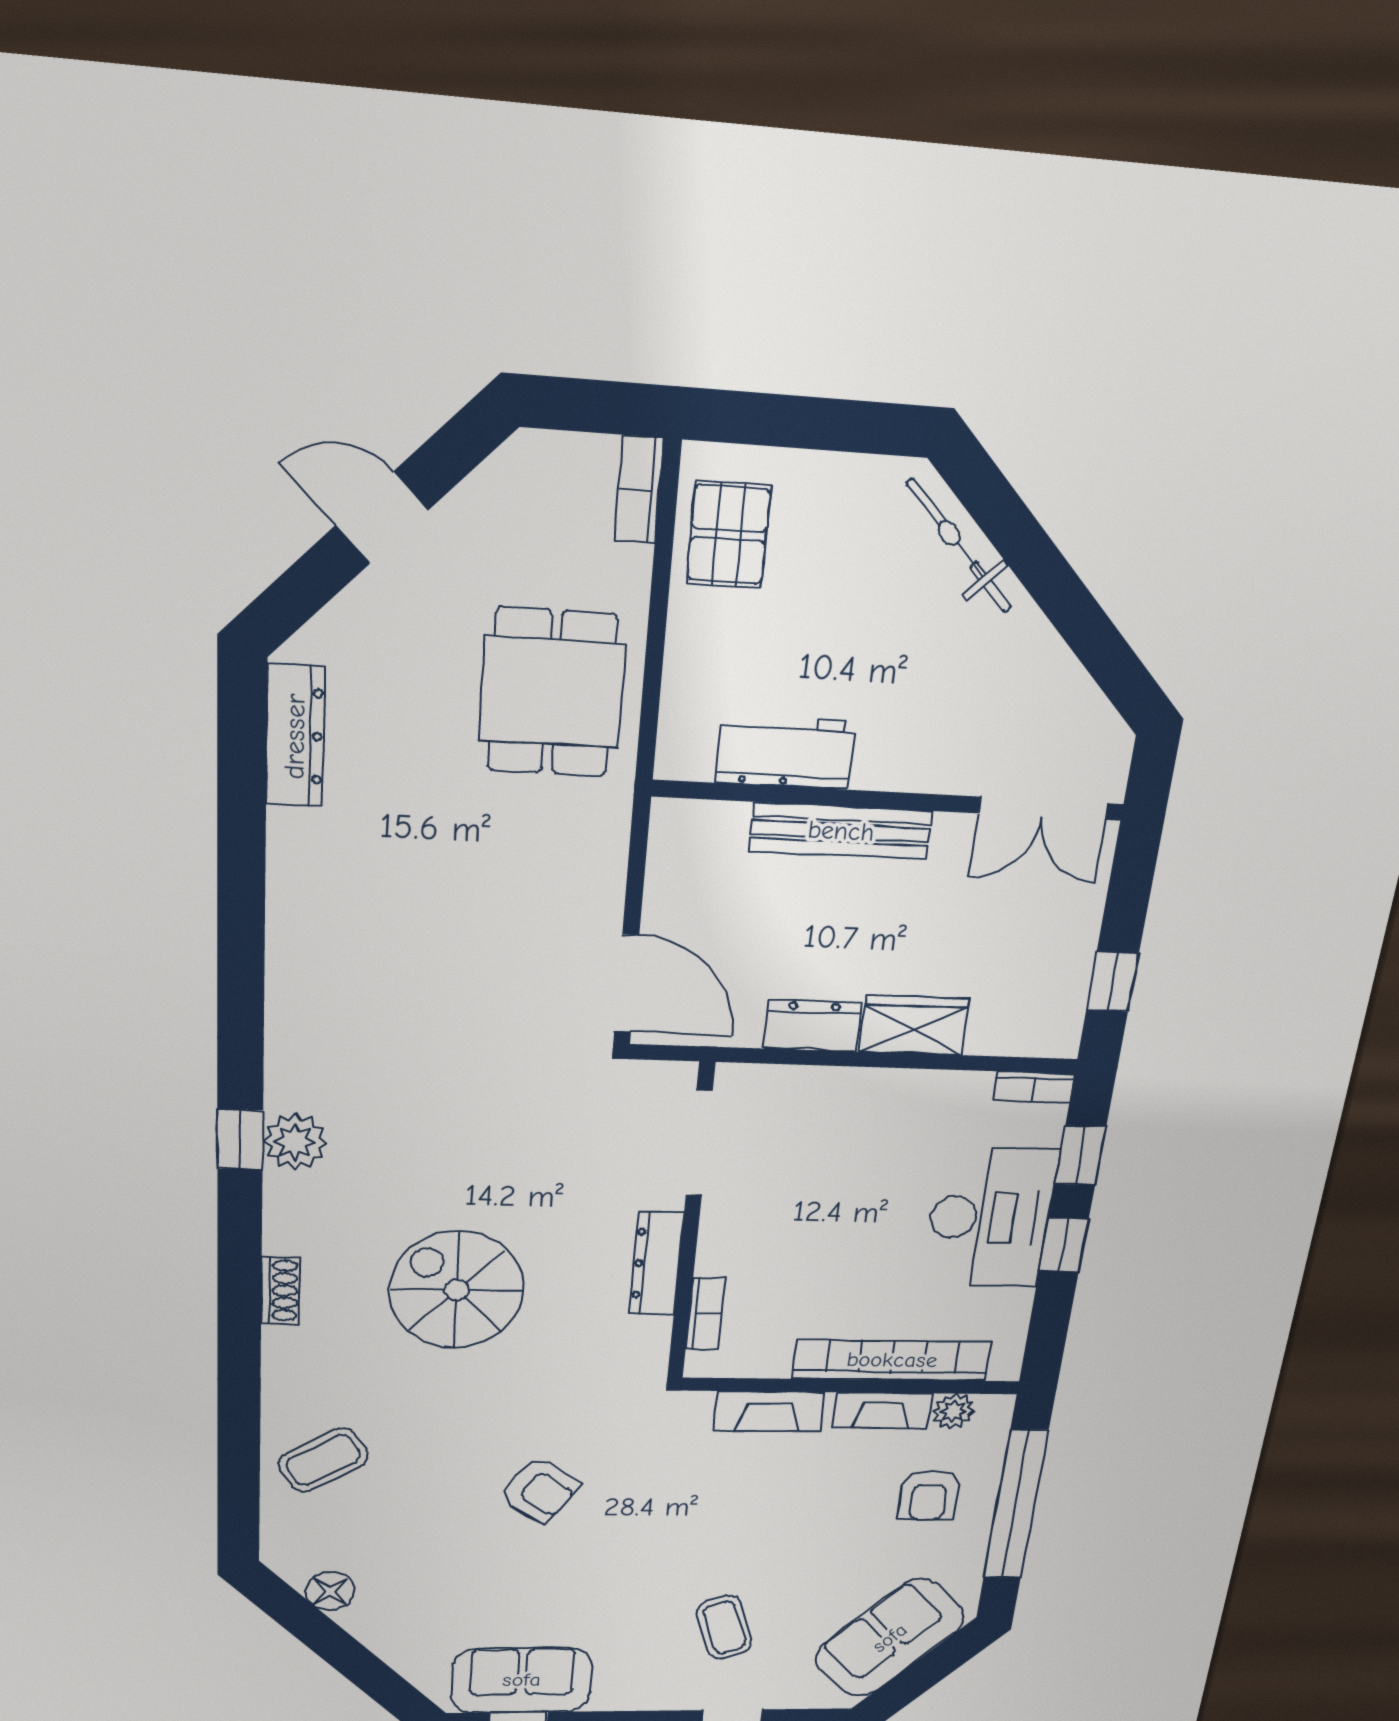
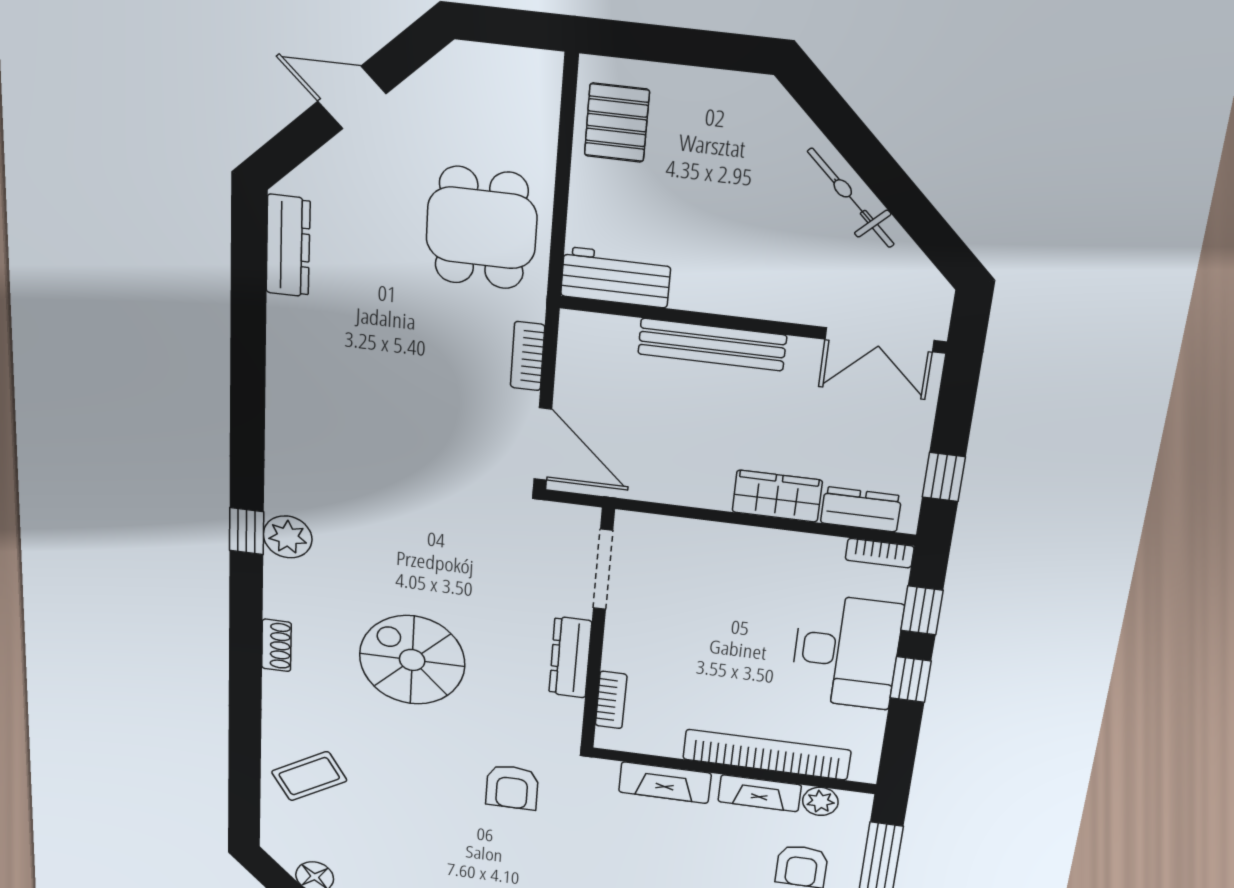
bookcase: (639, 490) -> (528, 356), moved
bicycle: (959, 546) -> (851, 198), moved
workbench: (785, 752) -> (616, 277), moved
dresser: (812, 1026) -> (861, 509), moved
armchair: (540, 1490) -> (512, 787), moved, turned 55

